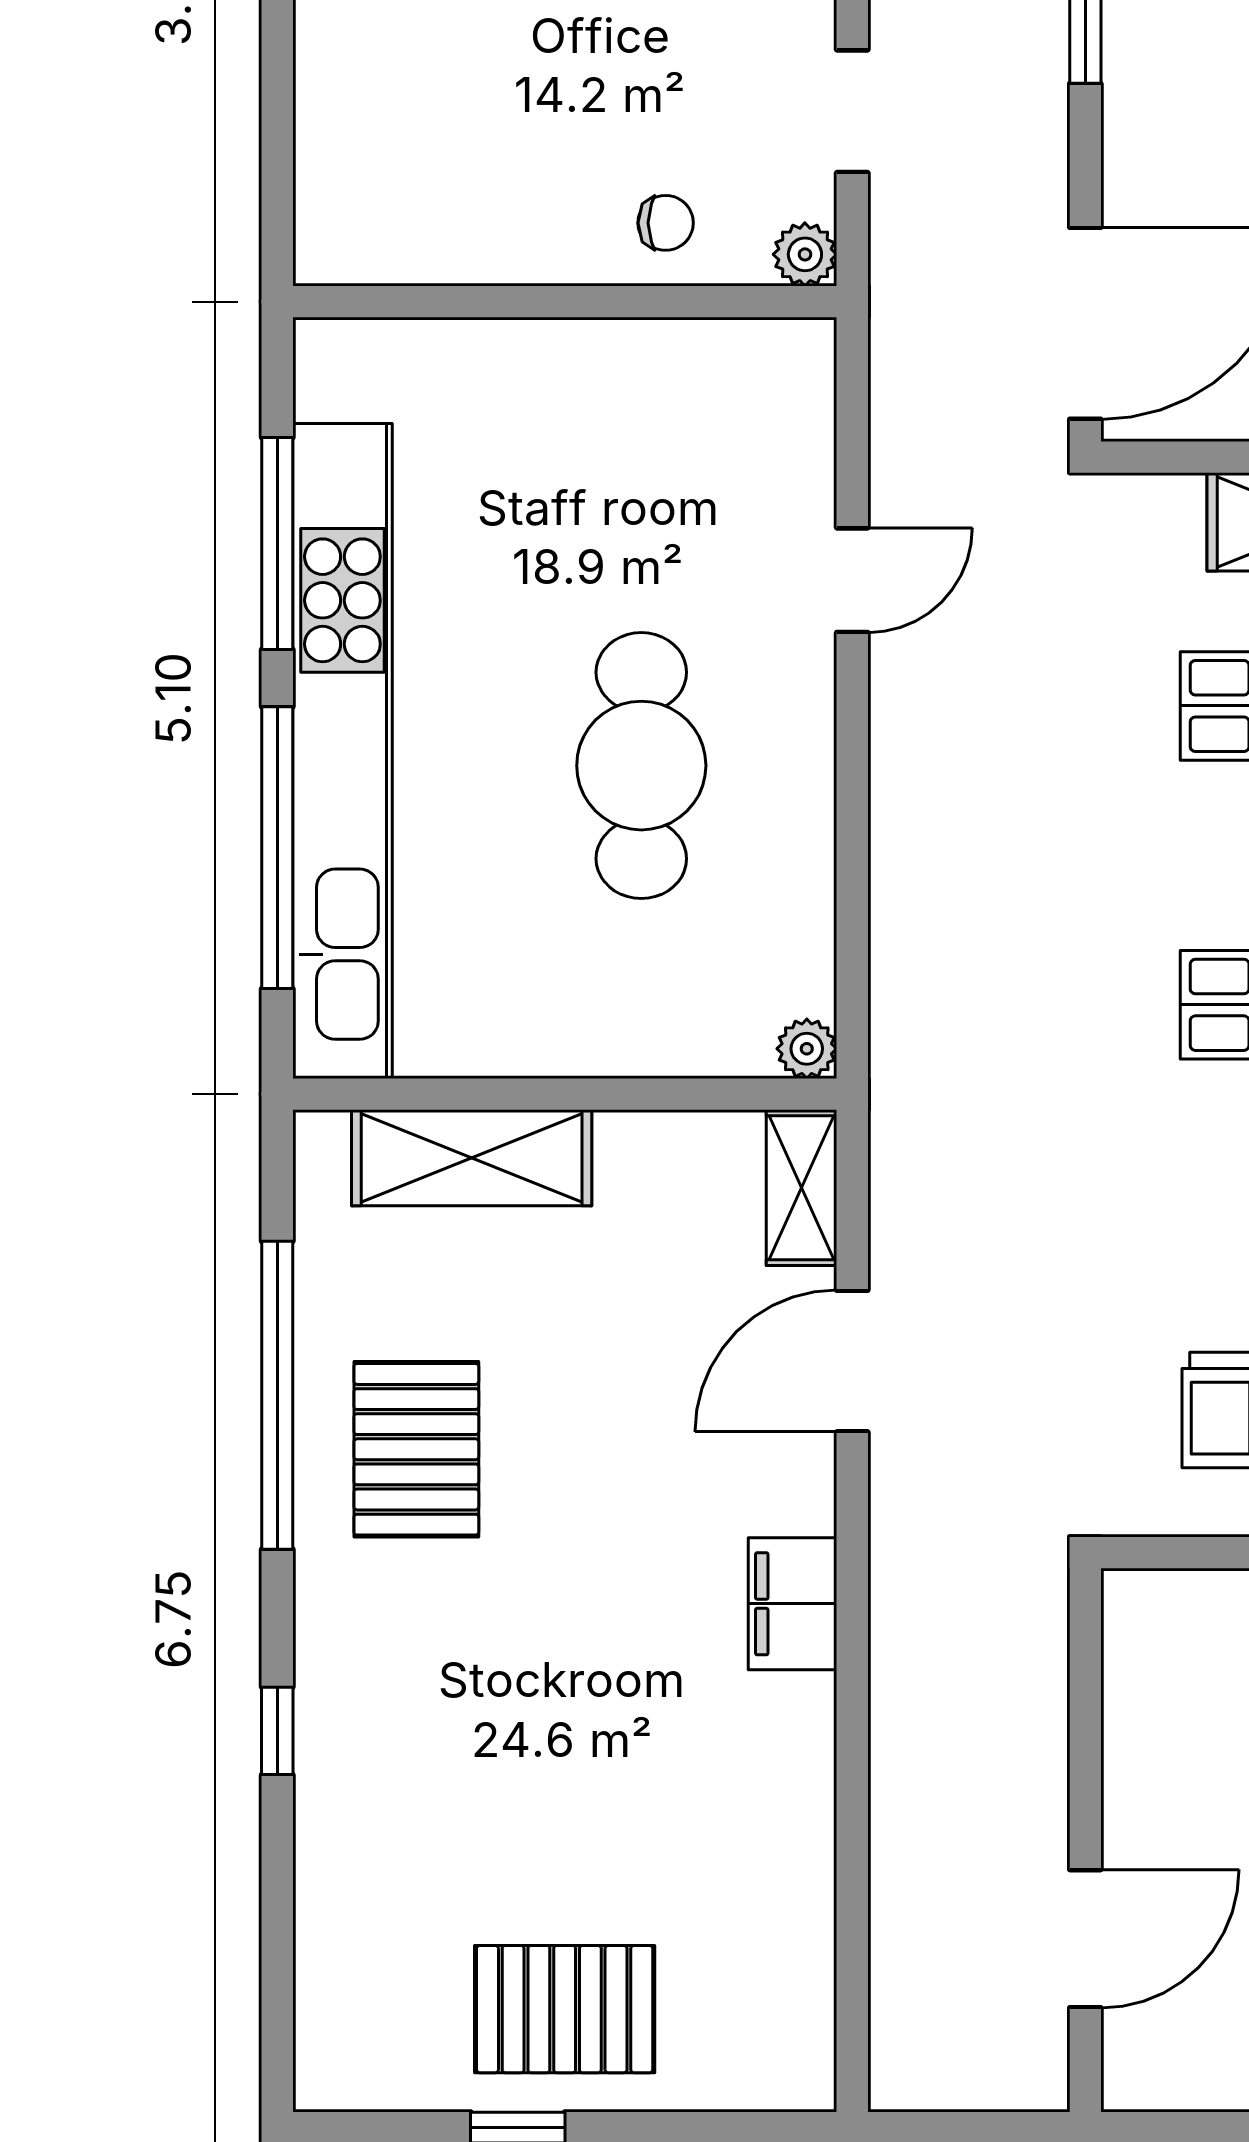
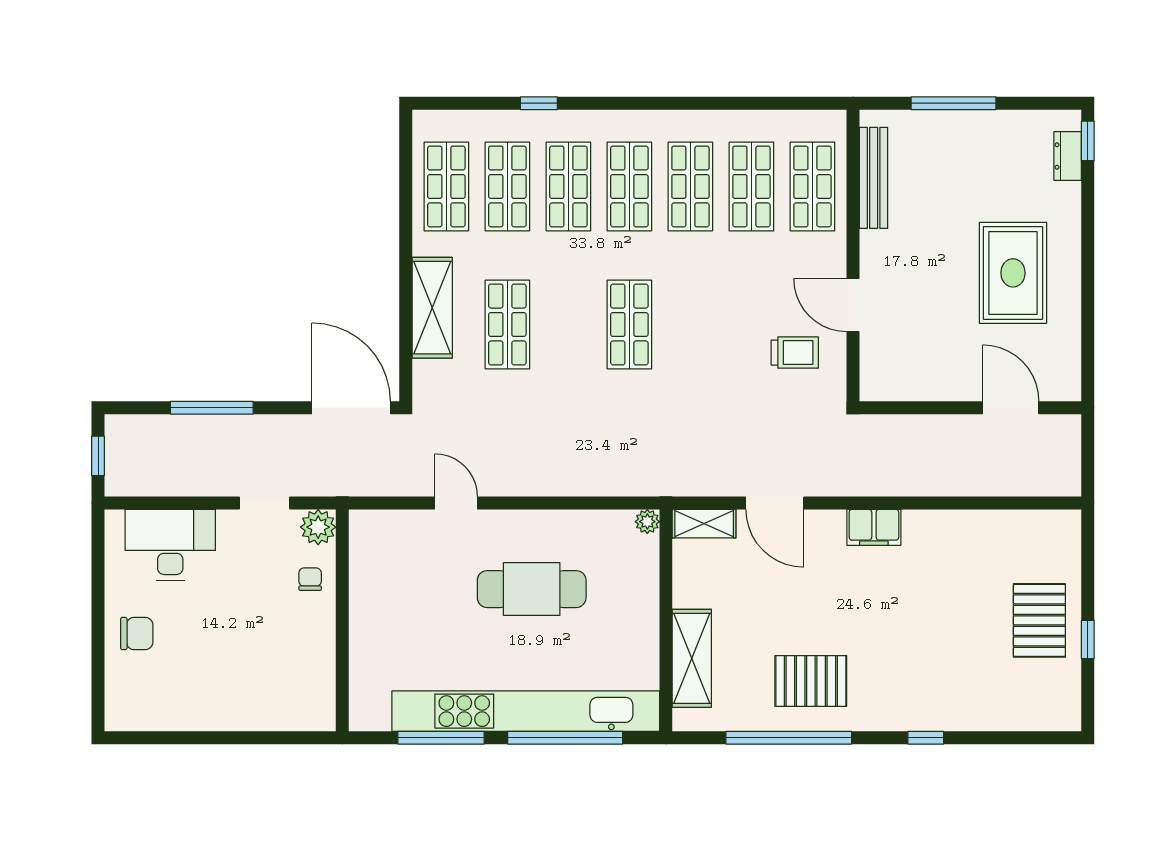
plant: (805, 254) -> (318, 527), width x1.38, depth x1.38

